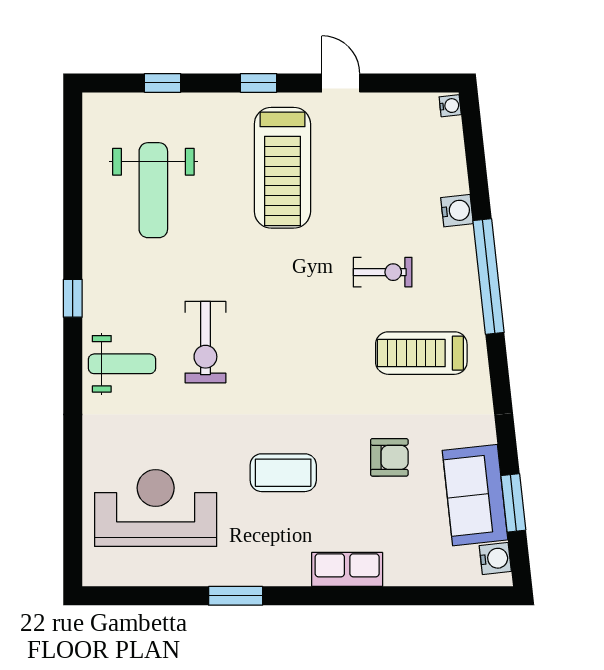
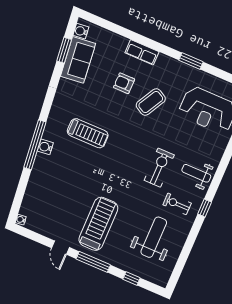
window: (259, 83) -> (93, 262), width x2.17
water cooler: (457, 211) -> (45, 147), moved
exercise bike: (383, 272) -> (177, 204), moved
treadmill: (421, 353) -> (88, 133), moved
armchair: (389, 457) -> (124, 83), moved
coffee table: (283, 473) -> (151, 102), turned -61

